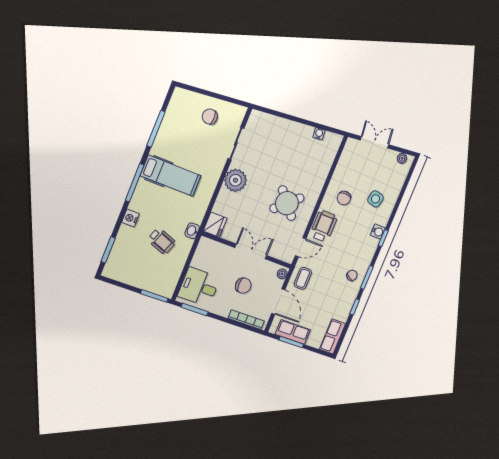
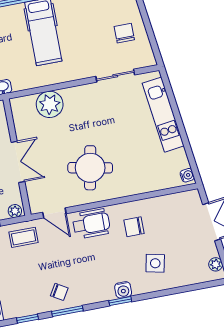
kitchen unit: (284, 127) -> (163, 115), added
water cooler: (319, 134) -> (187, 175), moved
plant: (235, 180) -> (50, 104), moved
round table: (287, 203) -> (90, 168), turned -37
fridge: (215, 225) -> (23, 107), removed

